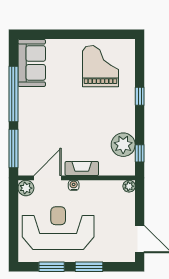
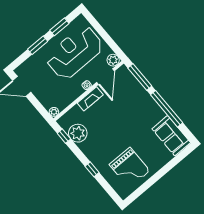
reception desk: (58, 228) -> (75, 53), turned 180

